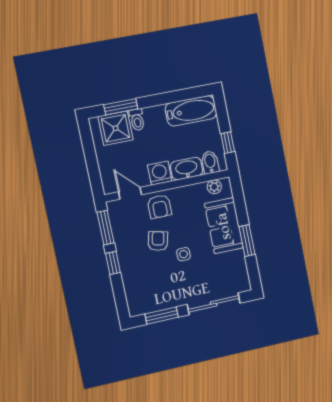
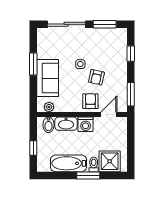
window: (121, 107) -> (88, 175), moved
bathtub: (191, 111) -> (68, 163), moved
window: (228, 143) -> (33, 148), moved
door: (130, 193) -> (109, 114), swing flipped
window: (113, 263) -> (131, 54), moved

